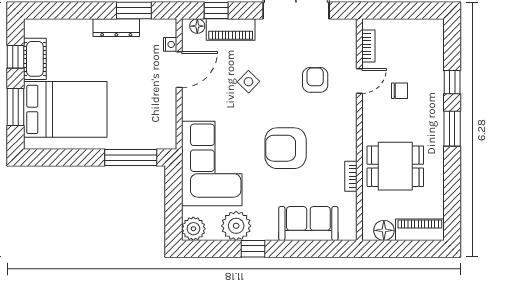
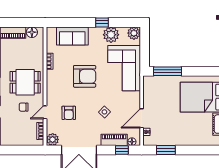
dresser: (116, 28) -> (175, 141), removed
plant: (345, 30) -> (53, 139), added
dining table: (395, 166) -> (25, 82), moved

